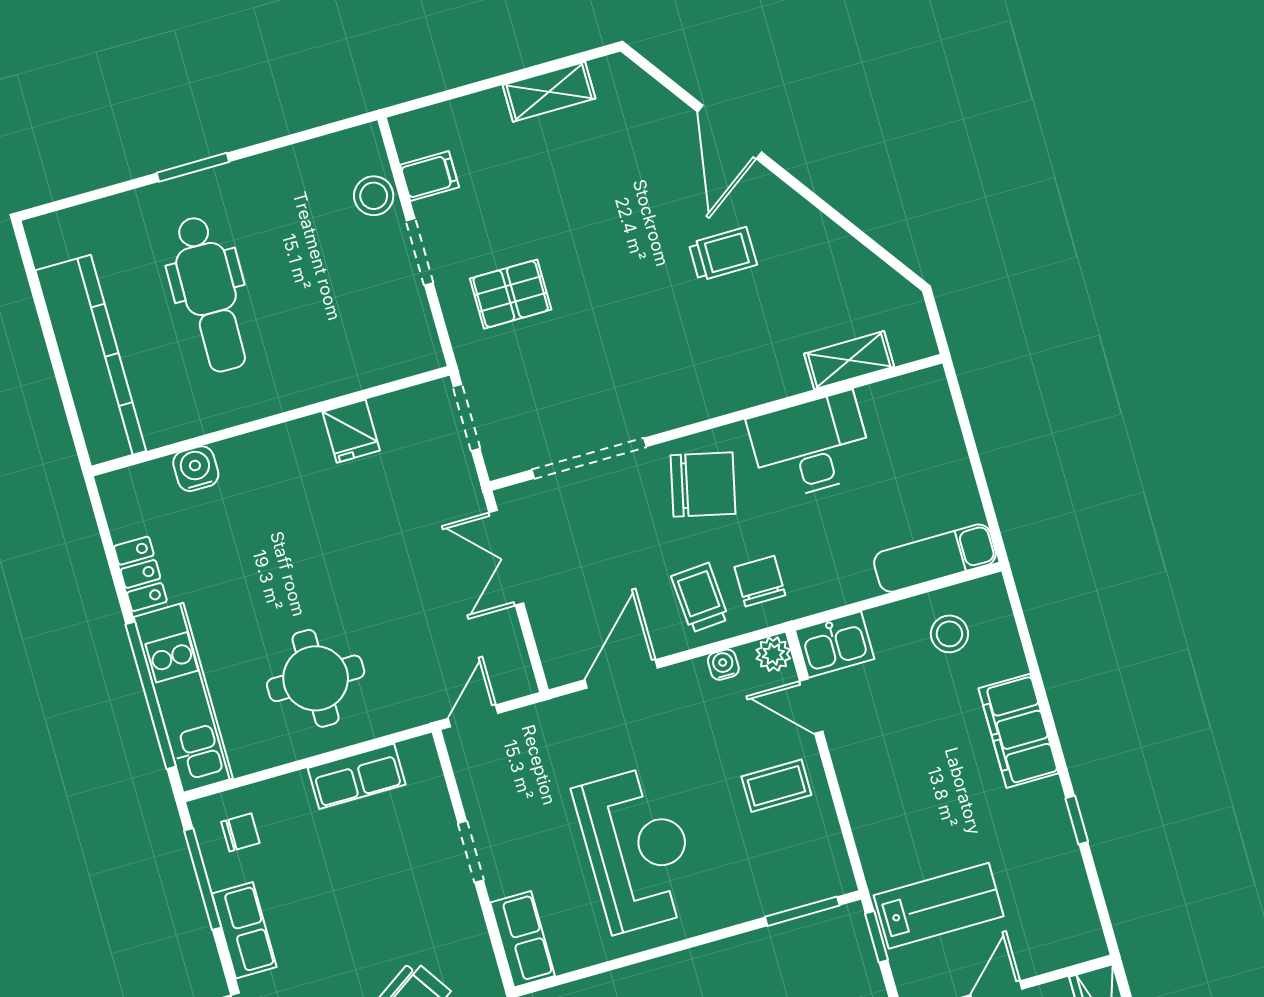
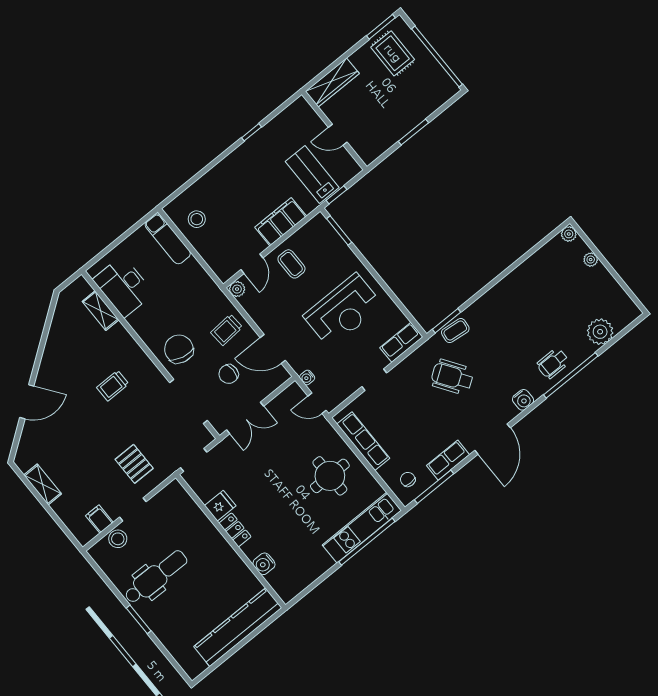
trolley: (723, 254) -> (113, 386), moved, turned -90
dental chair: (210, 294) -> (156, 577), moved
desk: (811, 446) -> (123, 286), moved
locker: (140, 574) -> (235, 530), moved, turned 90
chair: (760, 581) -> (229, 374), moved
kitchen sink: (835, 645) -> (222, 265), removed
water cooler: (723, 665) -> (307, 378), moved
filing cabinet: (1018, 731) -> (281, 222), moved, turned 180
row of seats: (357, 776) -> (363, 441), width x1.48
reception desk: (638, 849) -> (343, 311), turned 180

